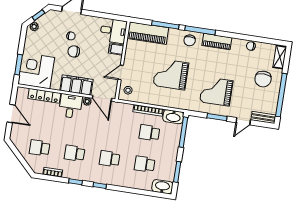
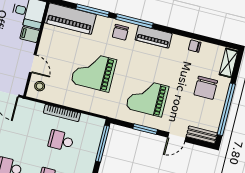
door: (121, 72) -> (33, 64), swing flipped
washbasin: (173, 117) -> (92, 124), removed

